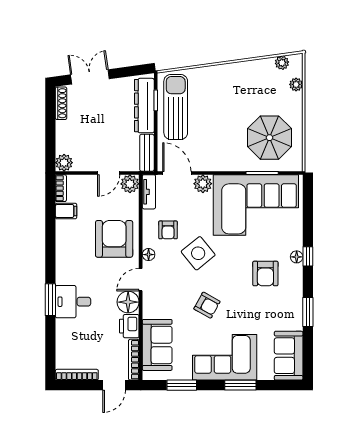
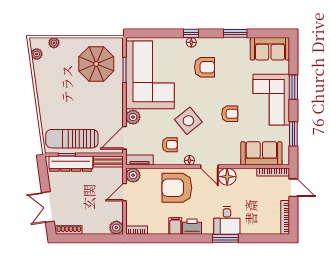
door: (109, 173) -> (124, 192), swing flipped
filing cabinet: (66, 211) -> (175, 226), moved
armchair: (207, 305) -> (230, 114), turned 61
printer: (129, 326) -> (192, 227), moved, turned 180

